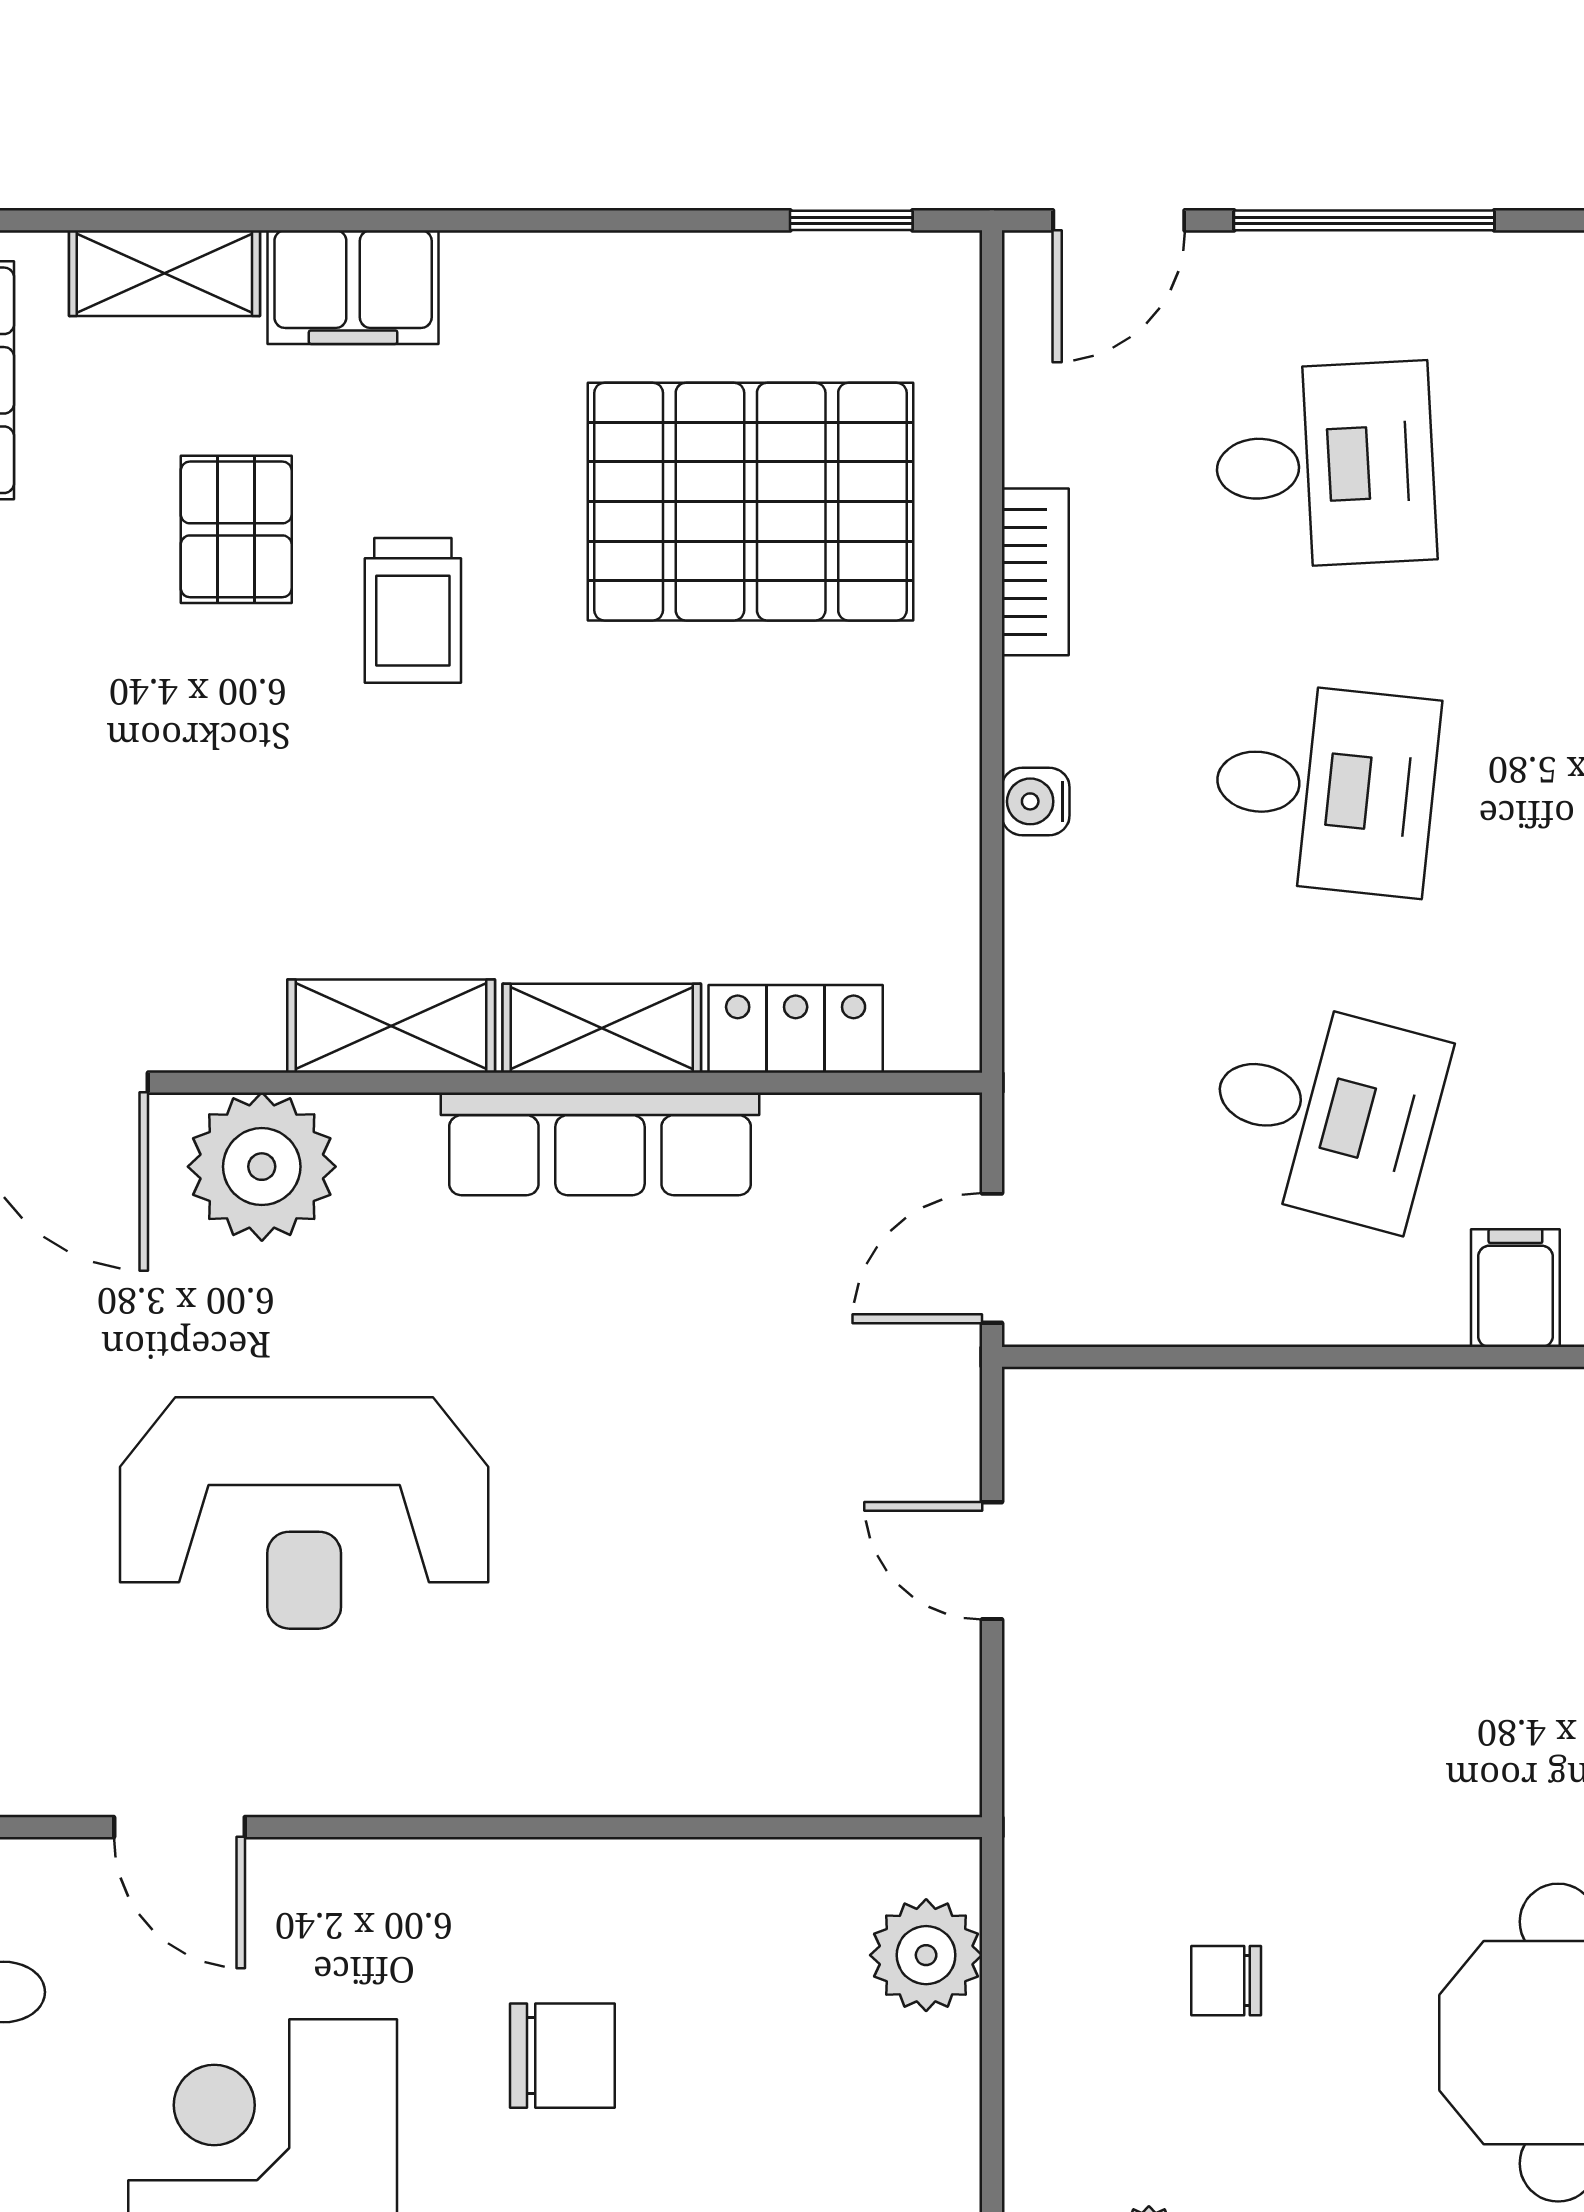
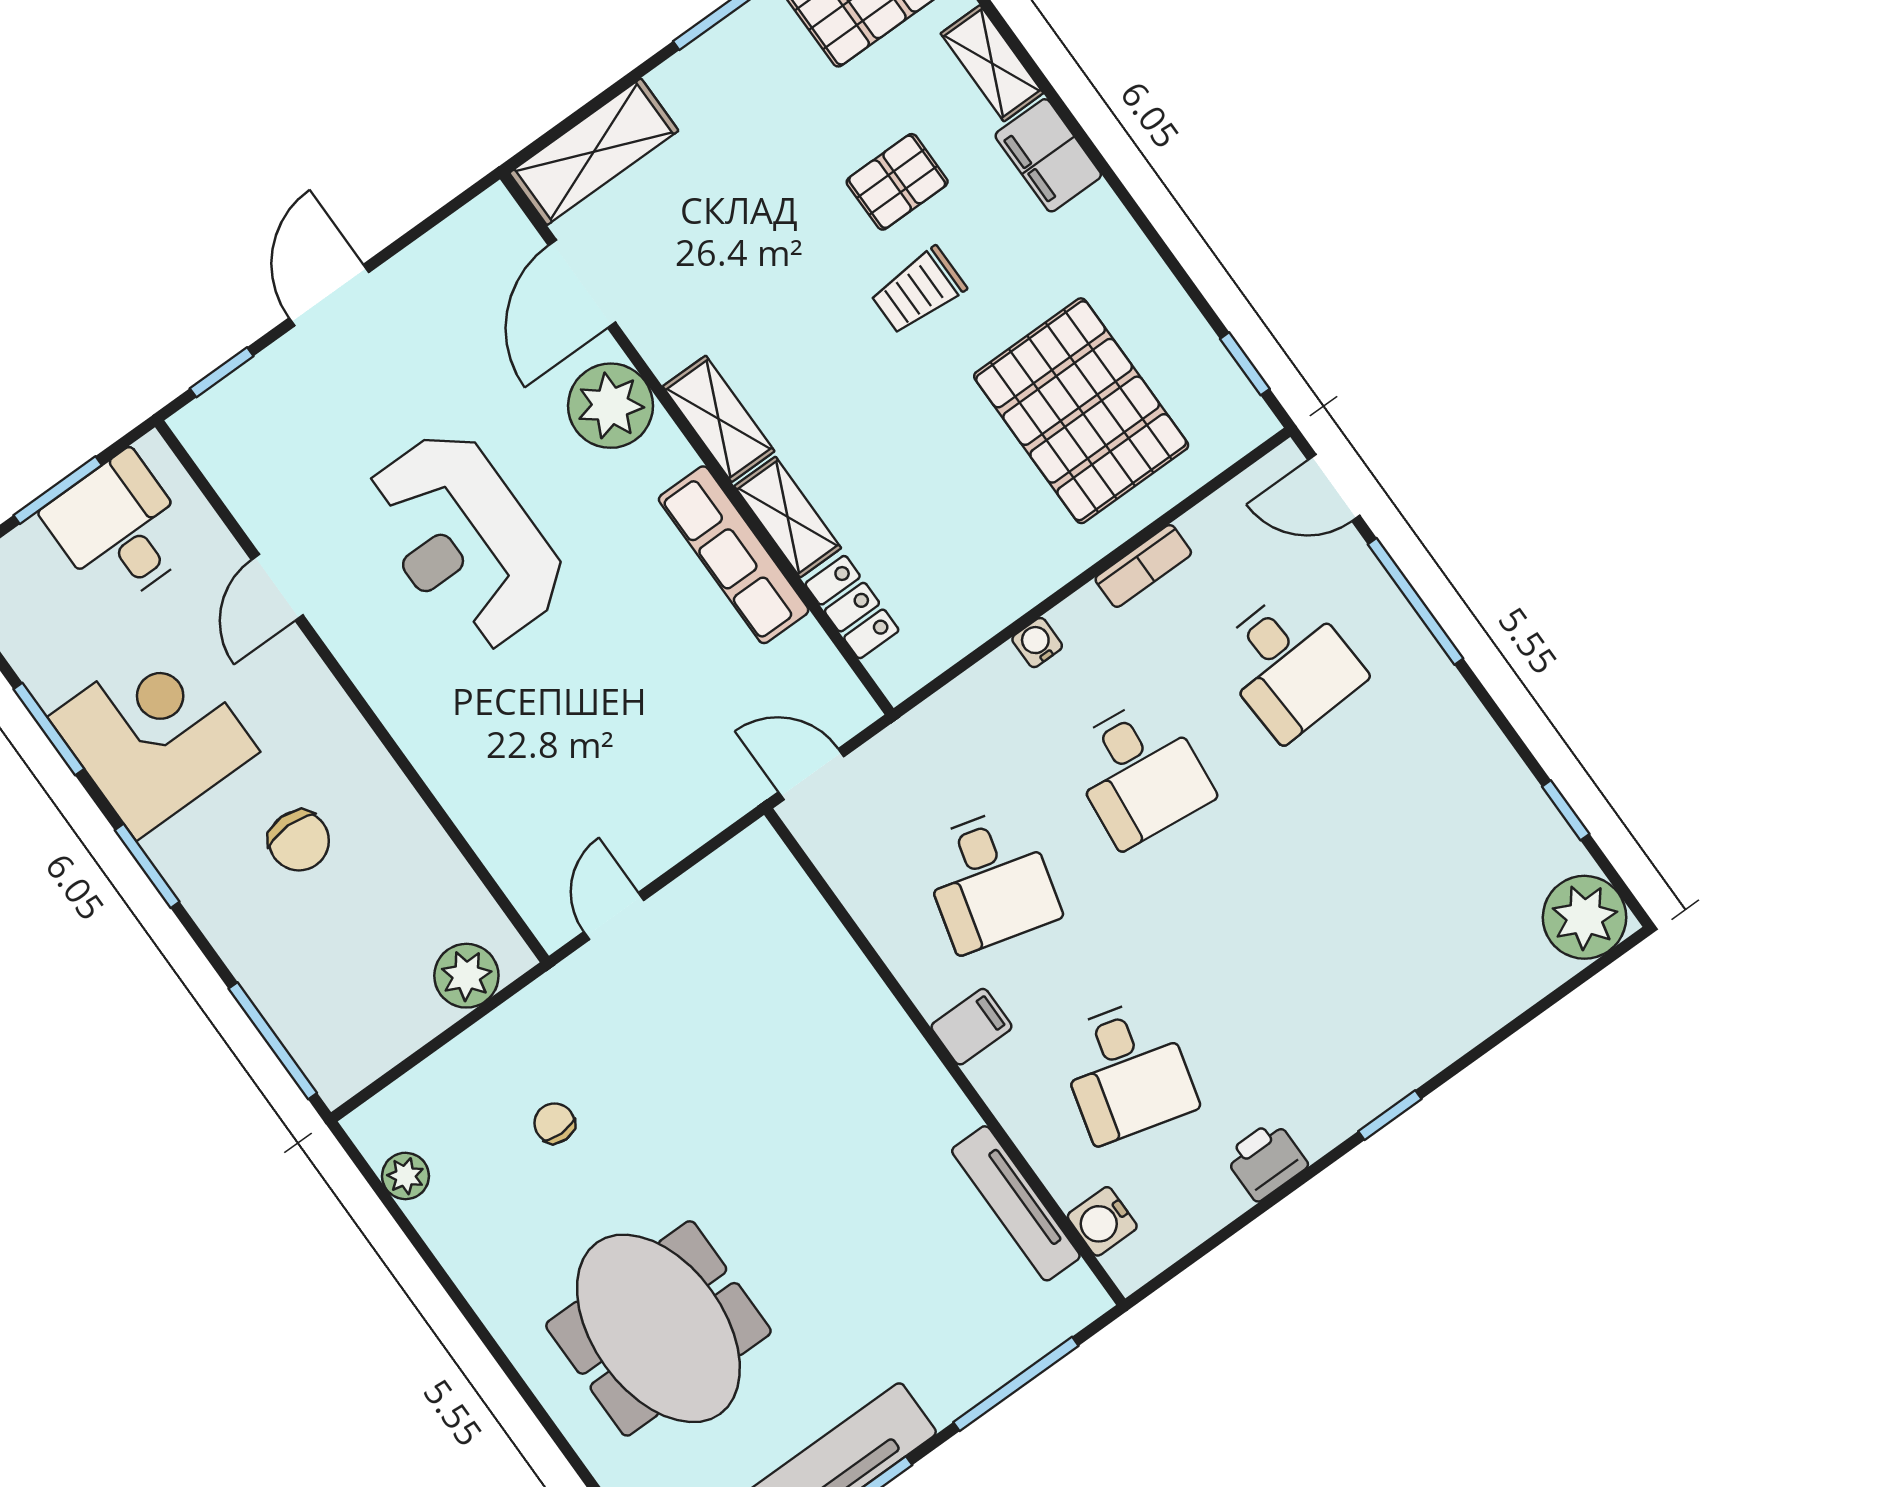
door: (992, 1561) -> (614, 916), moved

